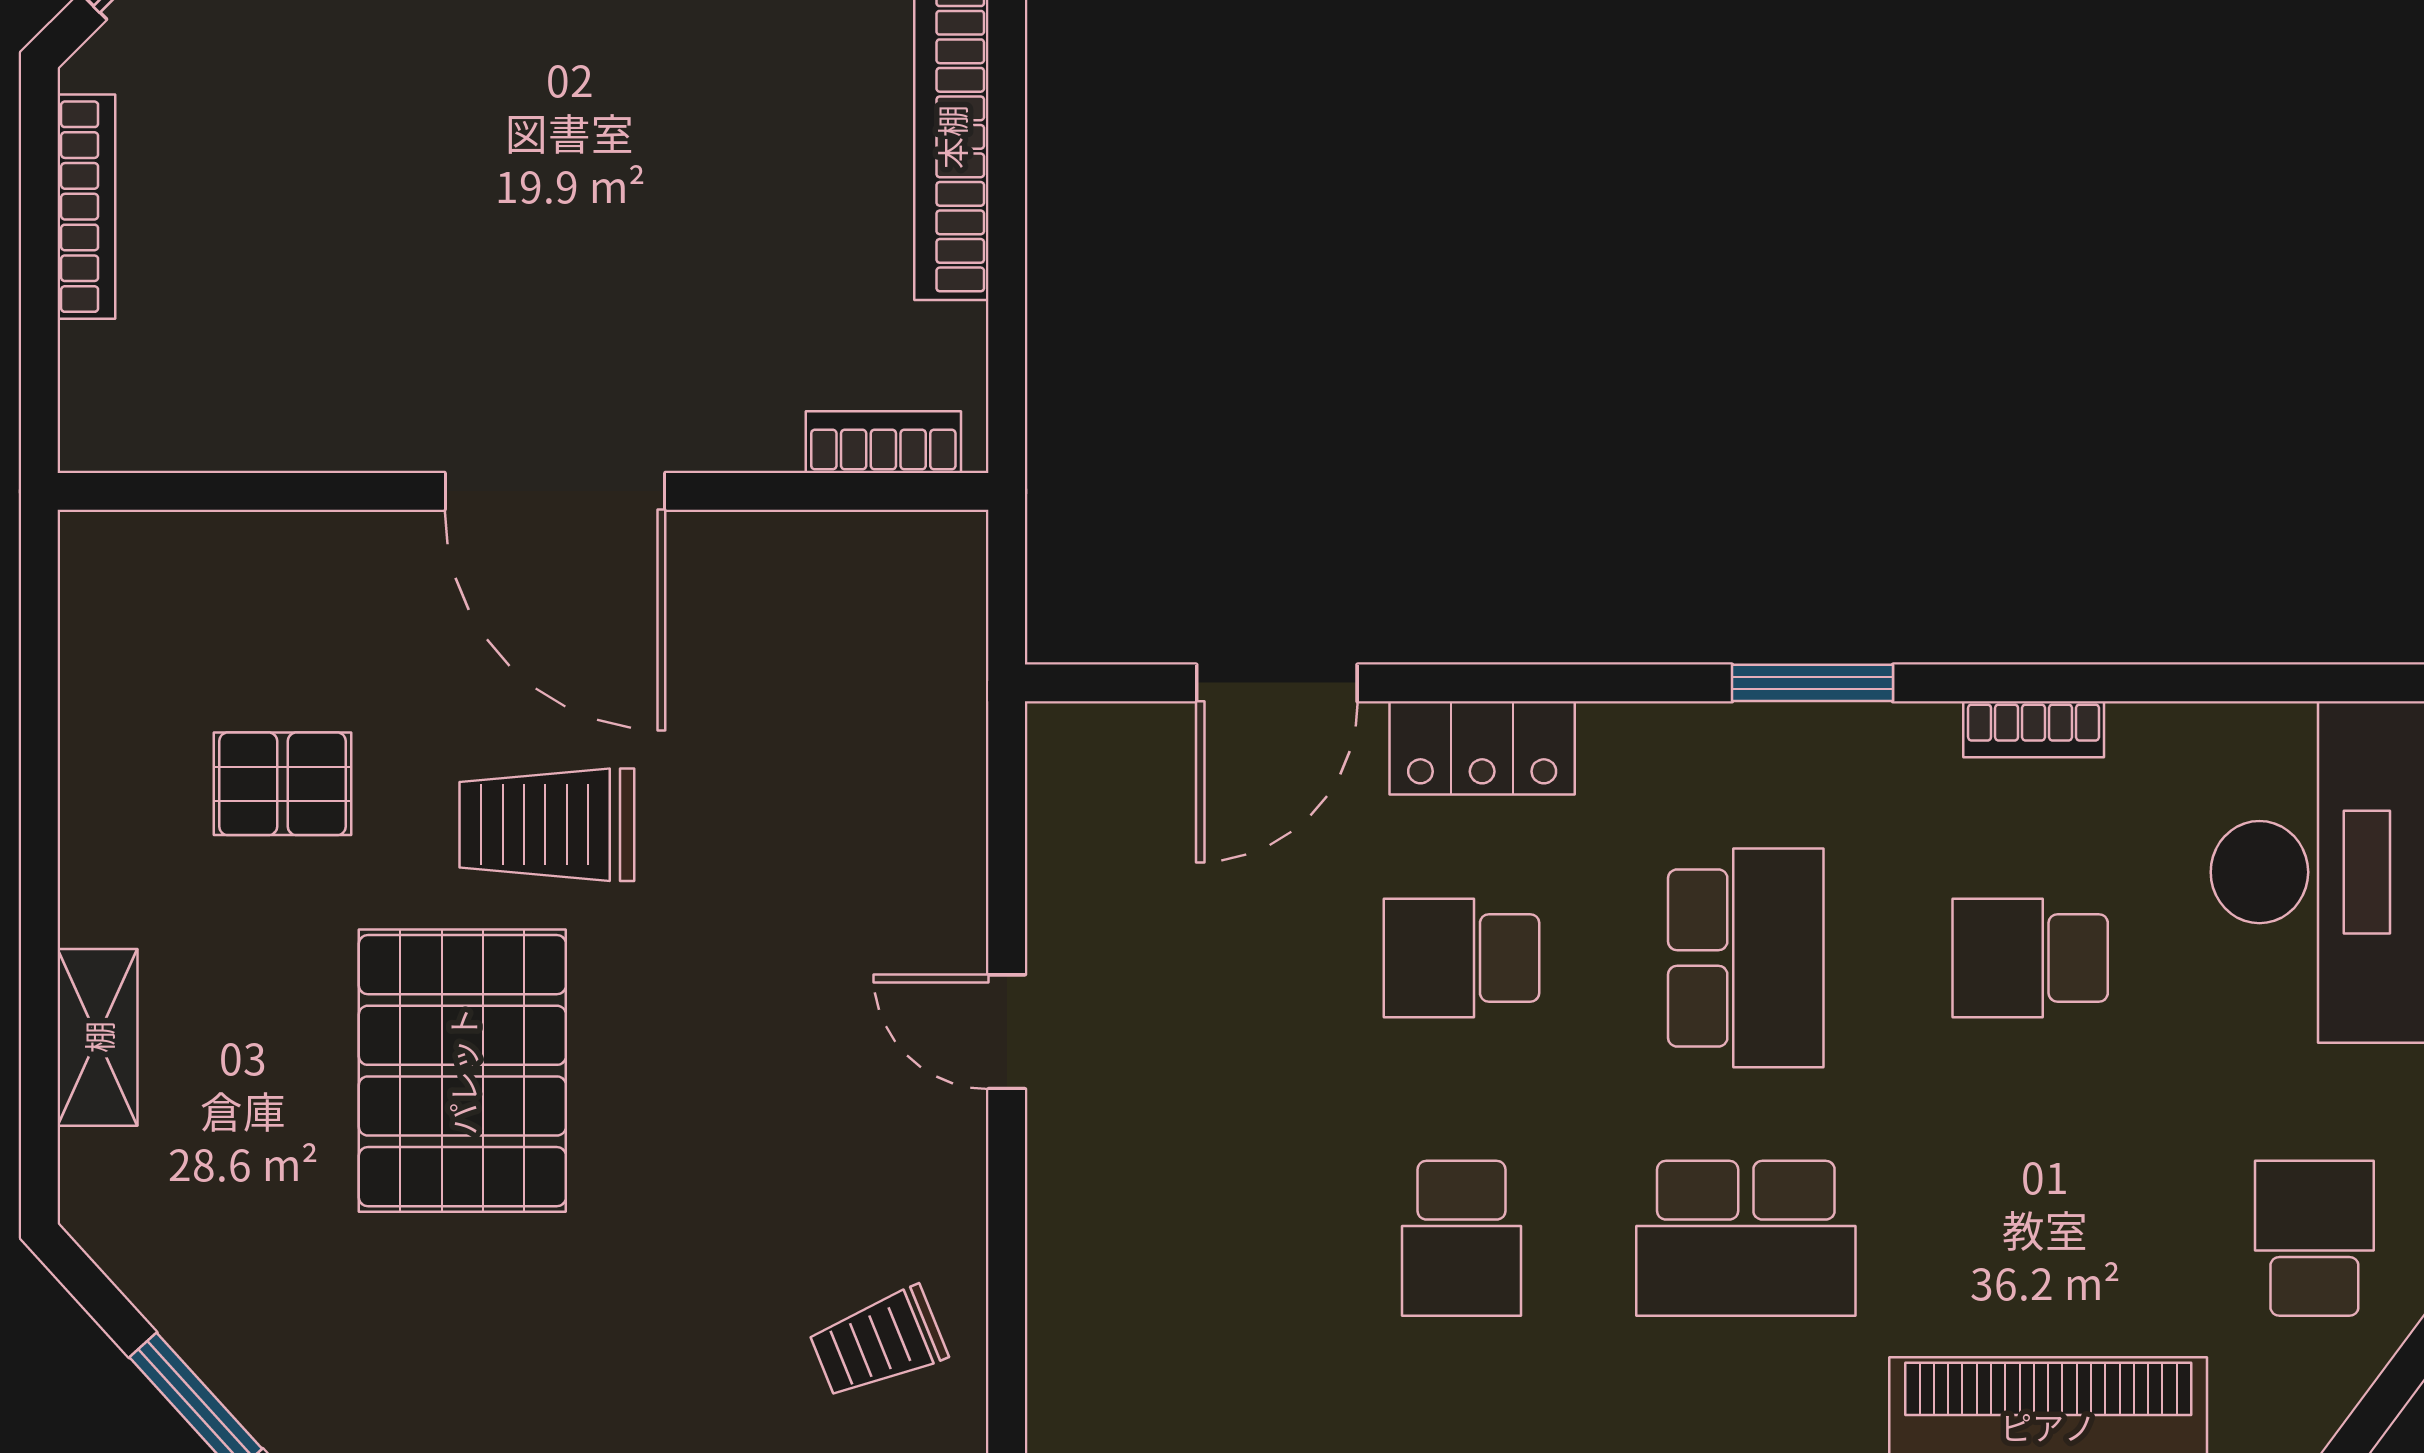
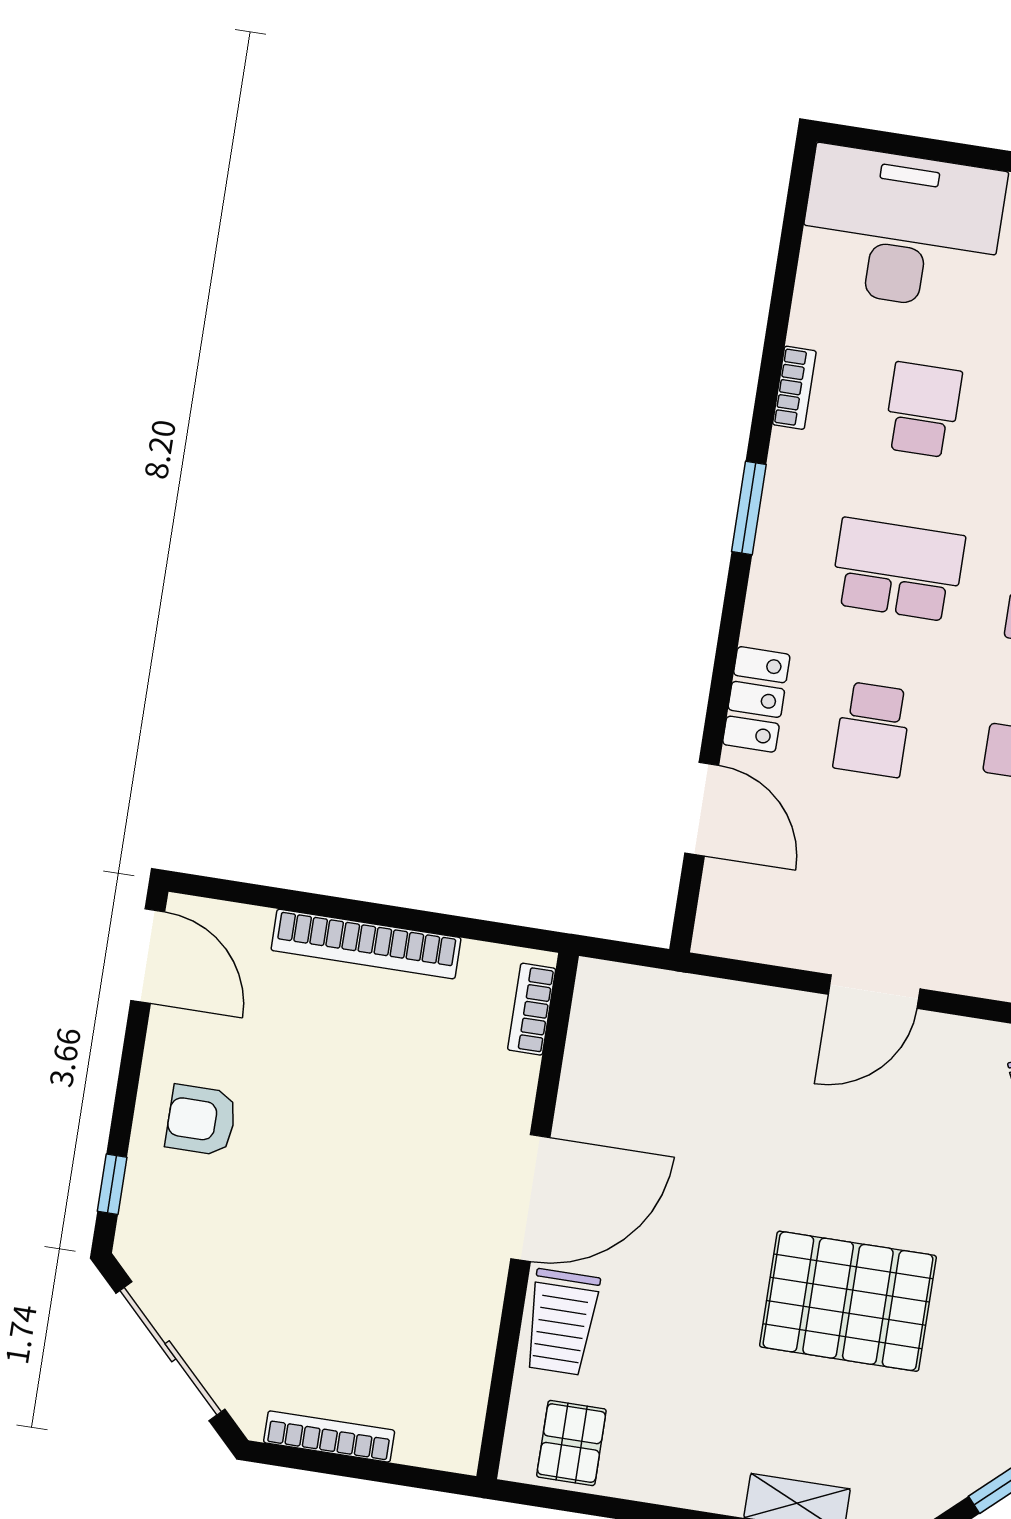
pallet: (282, 784) -> (571, 1443), moved
trolley: (547, 825) -> (561, 1322), moved
school desk: (2030, 958) -> (923, 410), turned 180
door: (1007, 1032) -> (874, 992), width x1.38

